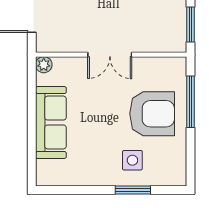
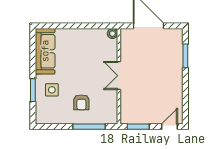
armchair: (152, 114) -> (81, 102), width x0.53, depth x0.53
sofa: (51, 123) -> (45, 51), moved, turned -90

